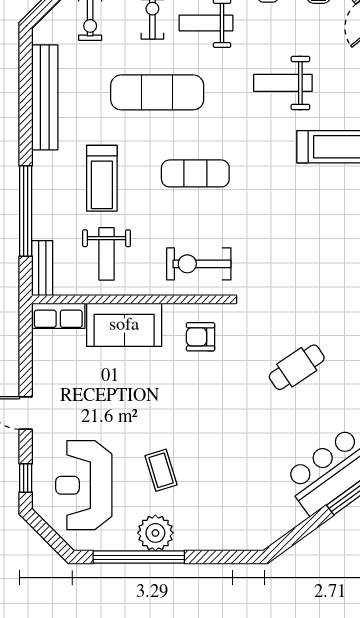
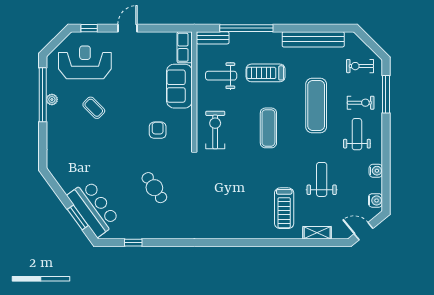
armchair: (201, 337) -> (158, 130), moved
coffee table: (161, 470) -> (94, 108), turned 62
plant: (155, 533) -> (52, 99), width x0.53, depth x0.53

